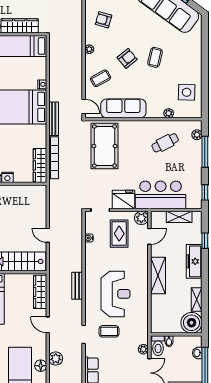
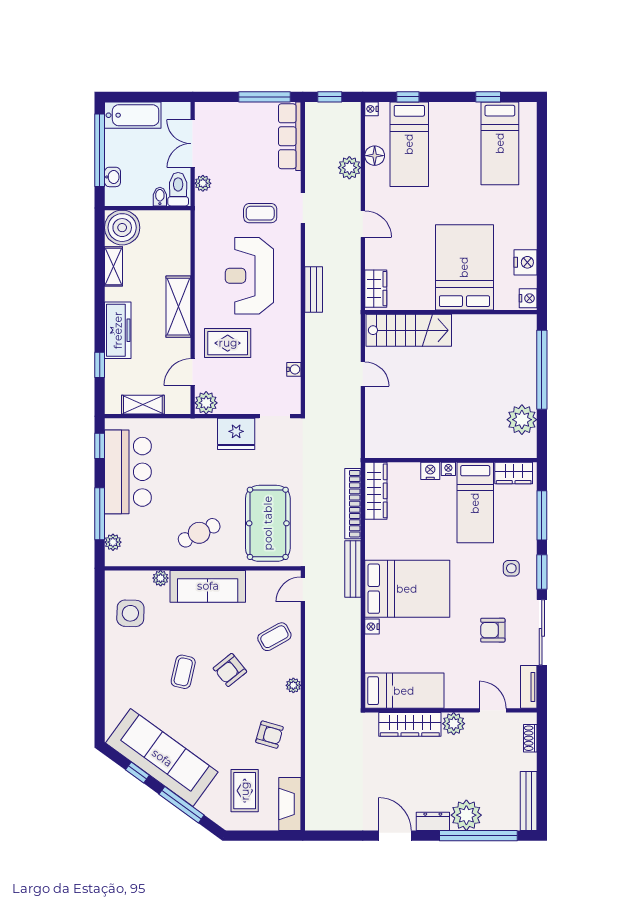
door: (84, 107) -> (303, 589), hinge flipped
sofa: (123, 108) -> (208, 586), moved
cafe table: (165, 143) -> (199, 533), moved
bar counter: (161, 195) -> (128, 472), moved, turned -90
rug: (119, 234) -> (228, 343), moved, turned 90
wardrobe: (40, 292) -> (376, 289), width x0.67

